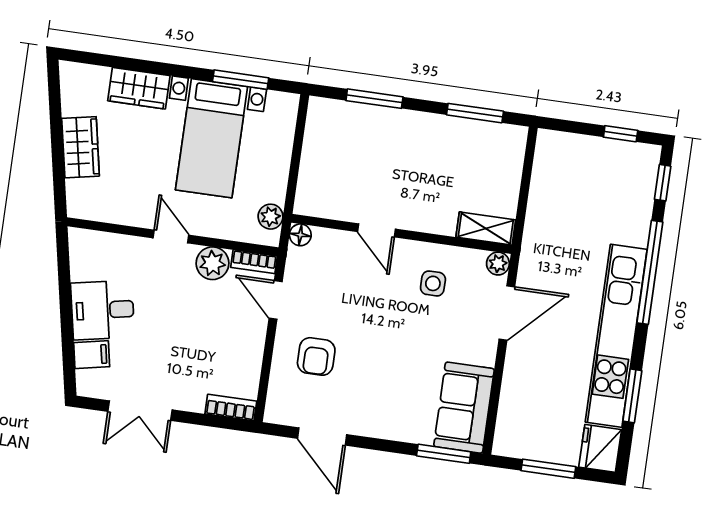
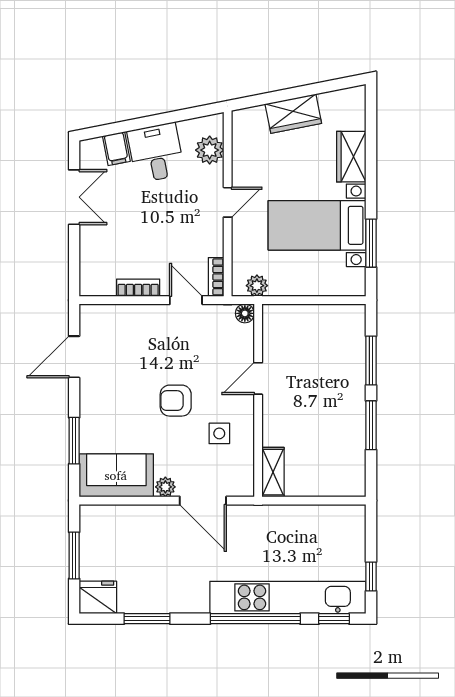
window: (475, 113) -> (371, 425), moved
plant: (212, 263) -> (210, 150), moved
plant: (498, 264) -> (165, 487), moved
door: (276, 300) -> (186, 300), hinge flipped
kitchen unit: (616, 336) -> (288, 597), moved
armchair: (316, 356) -> (176, 401), moved
bookcase: (231, 408) -> (138, 288), moved, turned -90
double door: (140, 411) -> (74, 197), swing flipped
window: (444, 454) -> (74, 441), moved

